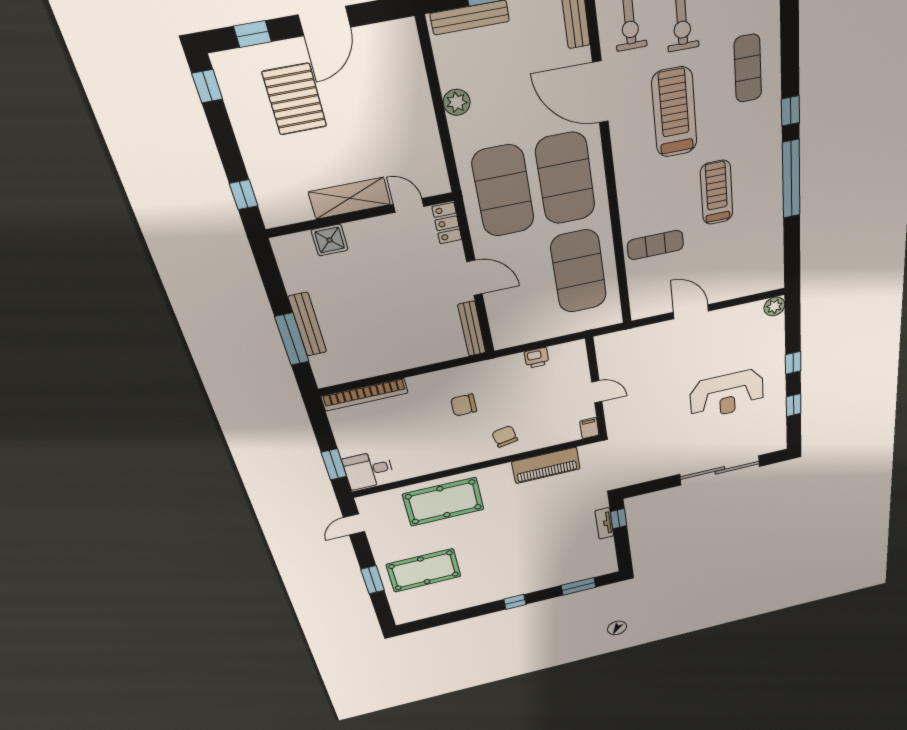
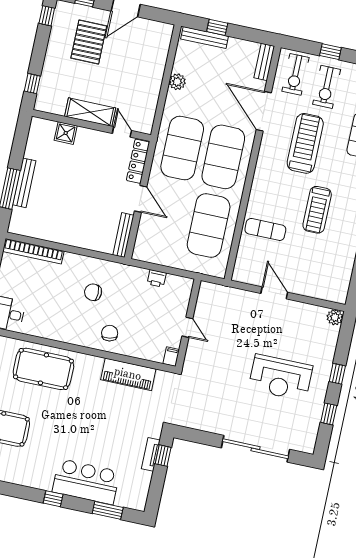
treadmill: (717, 193) -> (317, 210), turned 180
locker: (447, 223) -> (138, 161), width x1.53
bar counter: (544, 574) -> (86, 482), added

